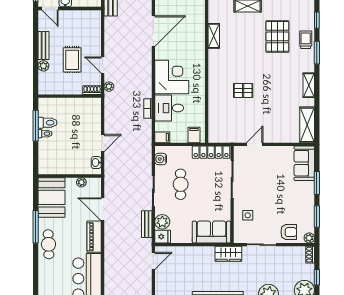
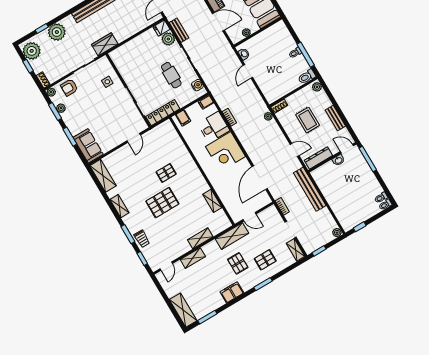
dresser: (84, 16) -> (318, 158), added
pallet: (277, 36) -> (162, 203), moved, turned 90
door: (103, 65) -> (295, 150), moved
plant: (43, 66) -> (317, 87), moved
toilet: (48, 123) -> (307, 77), moved
plant: (309, 216) -> (61, 108), added
sofa: (211, 232) -> (127, 53), removed

